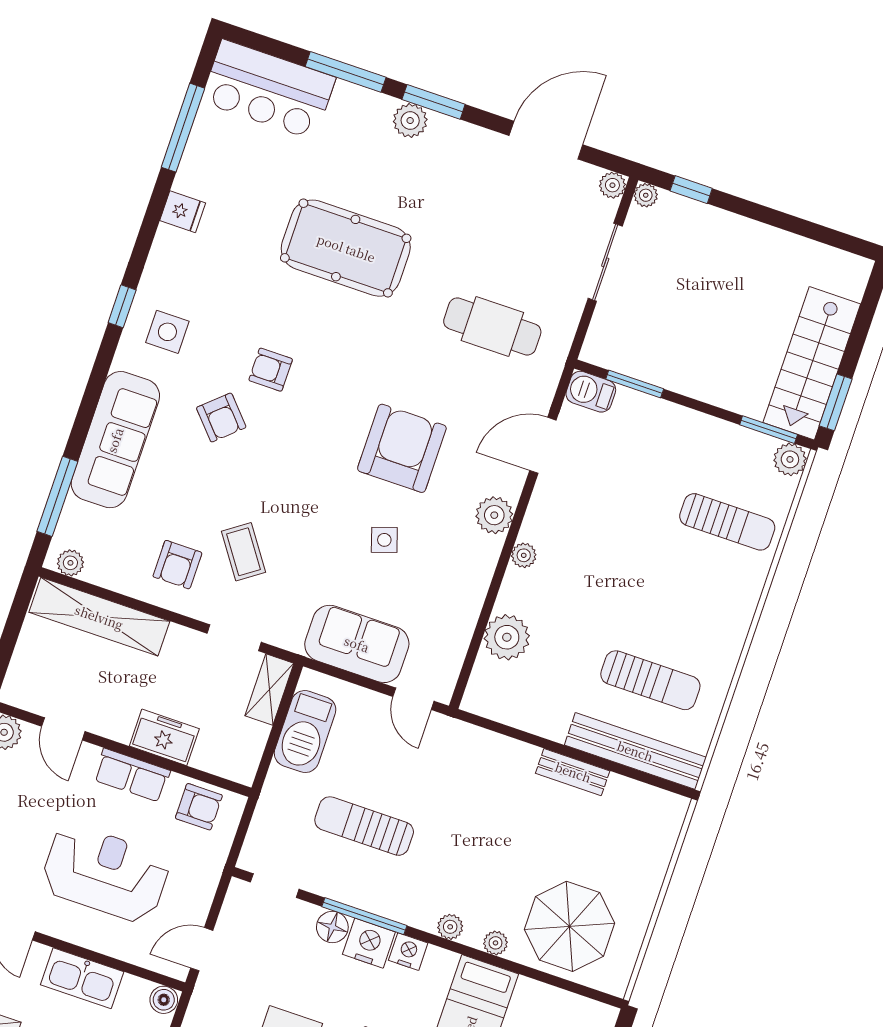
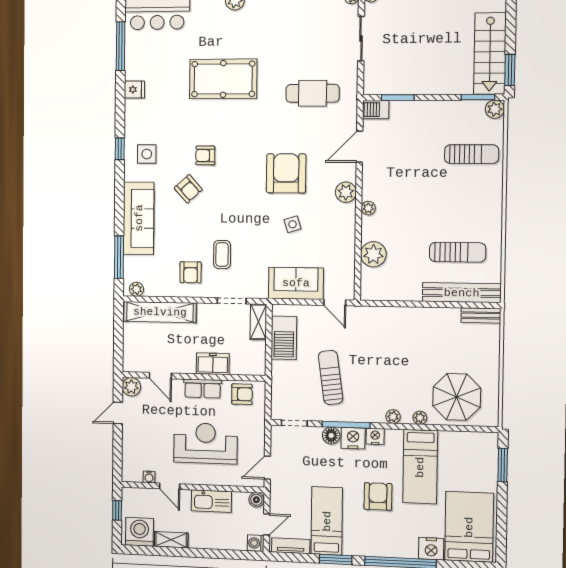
coffee table: (244, 552) -> (222, 255), turned 35
bench: (573, 772) -> (481, 315), moved
sun lounger: (364, 826) -> (331, 378), turned 82

